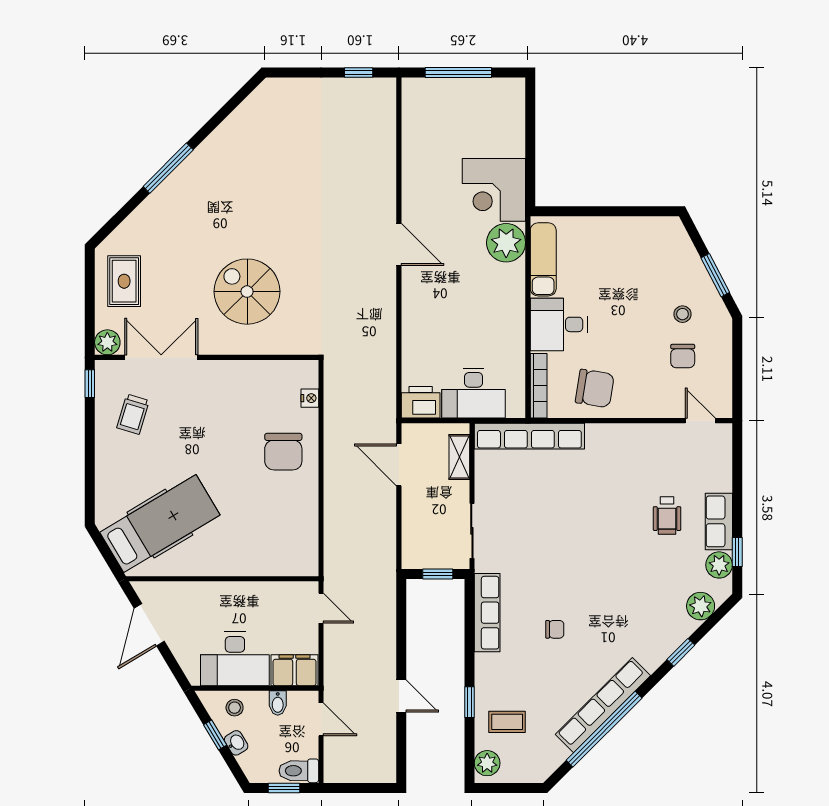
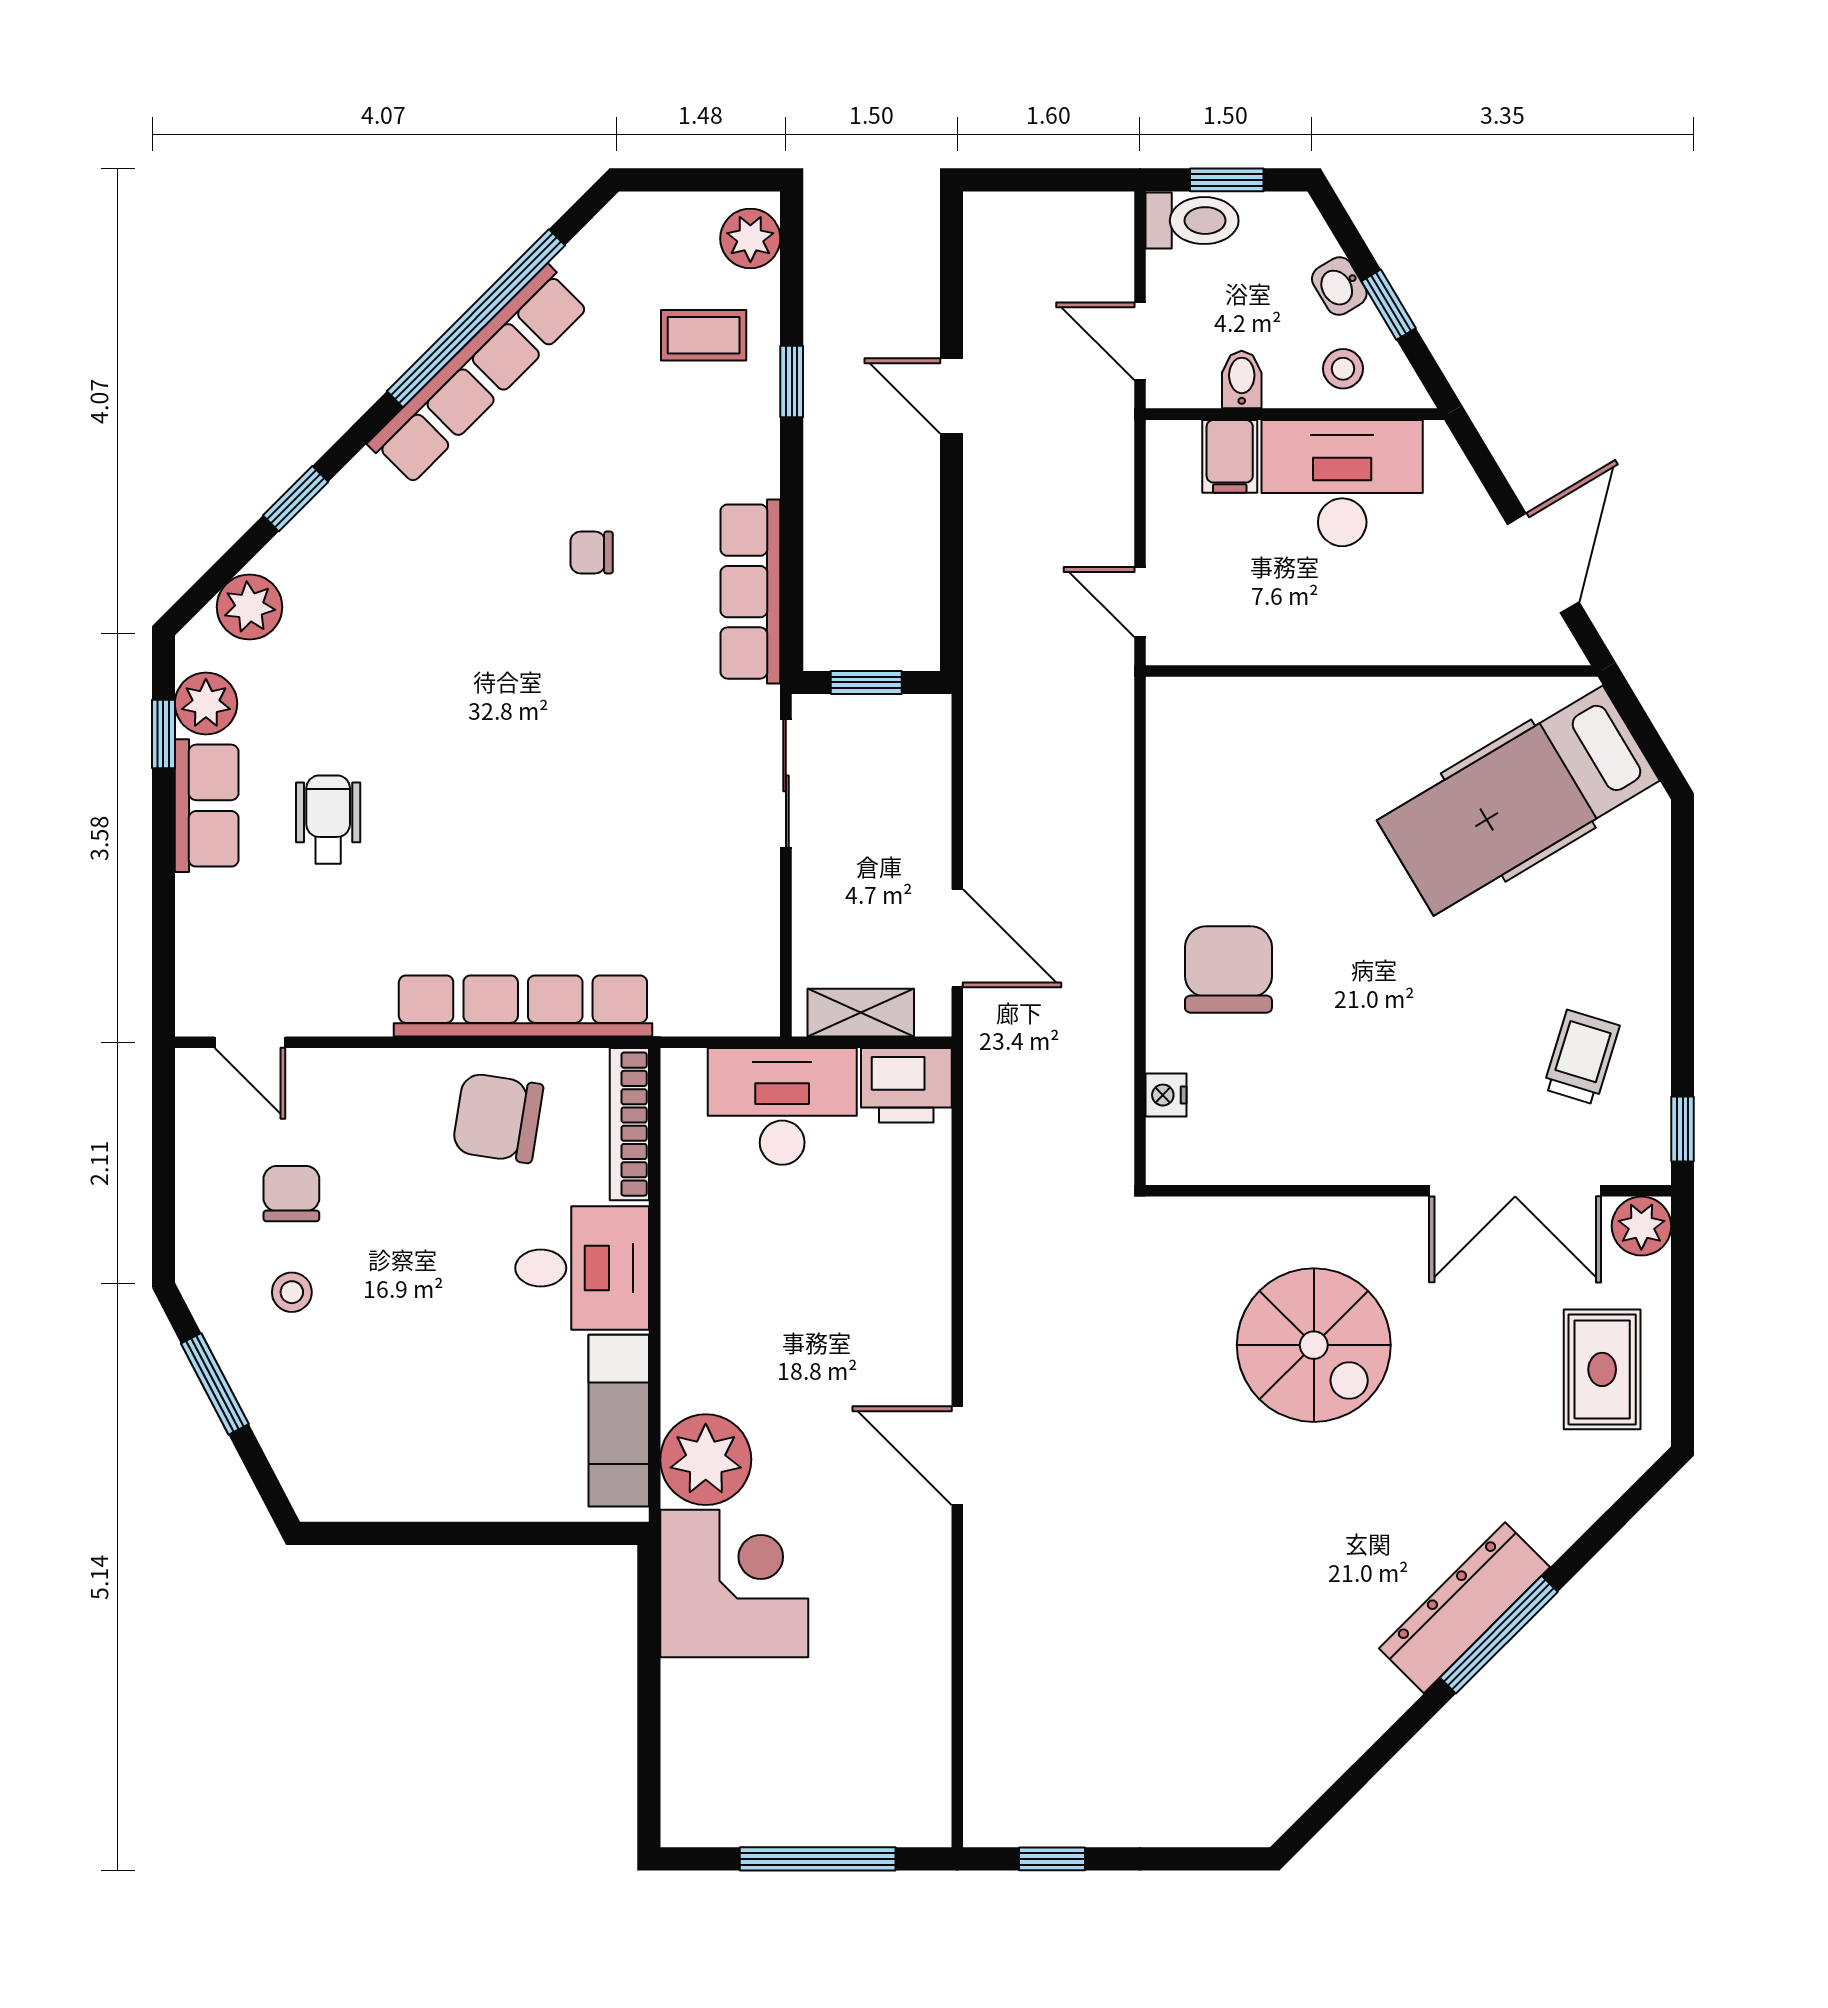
dresser: (183, 180) -> (1465, 1608), added
row of seats: (529, 436) -> (523, 1006), moved
shelving: (459, 457) -> (861, 1013), moved, turned 90
filing cabinet: (295, 670) -> (1230, 456), width x0.50

